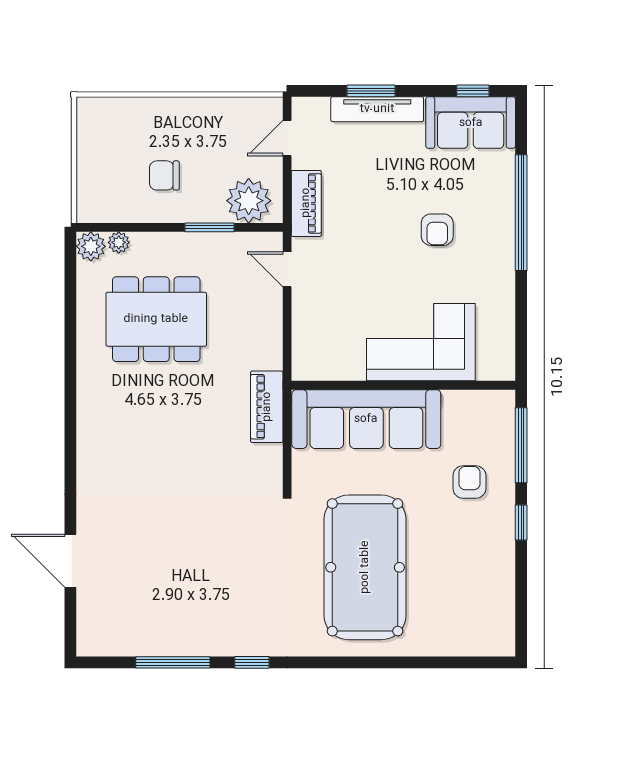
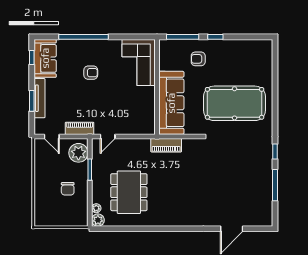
corner sofa: (421, 342) -> (139, 62), moved

